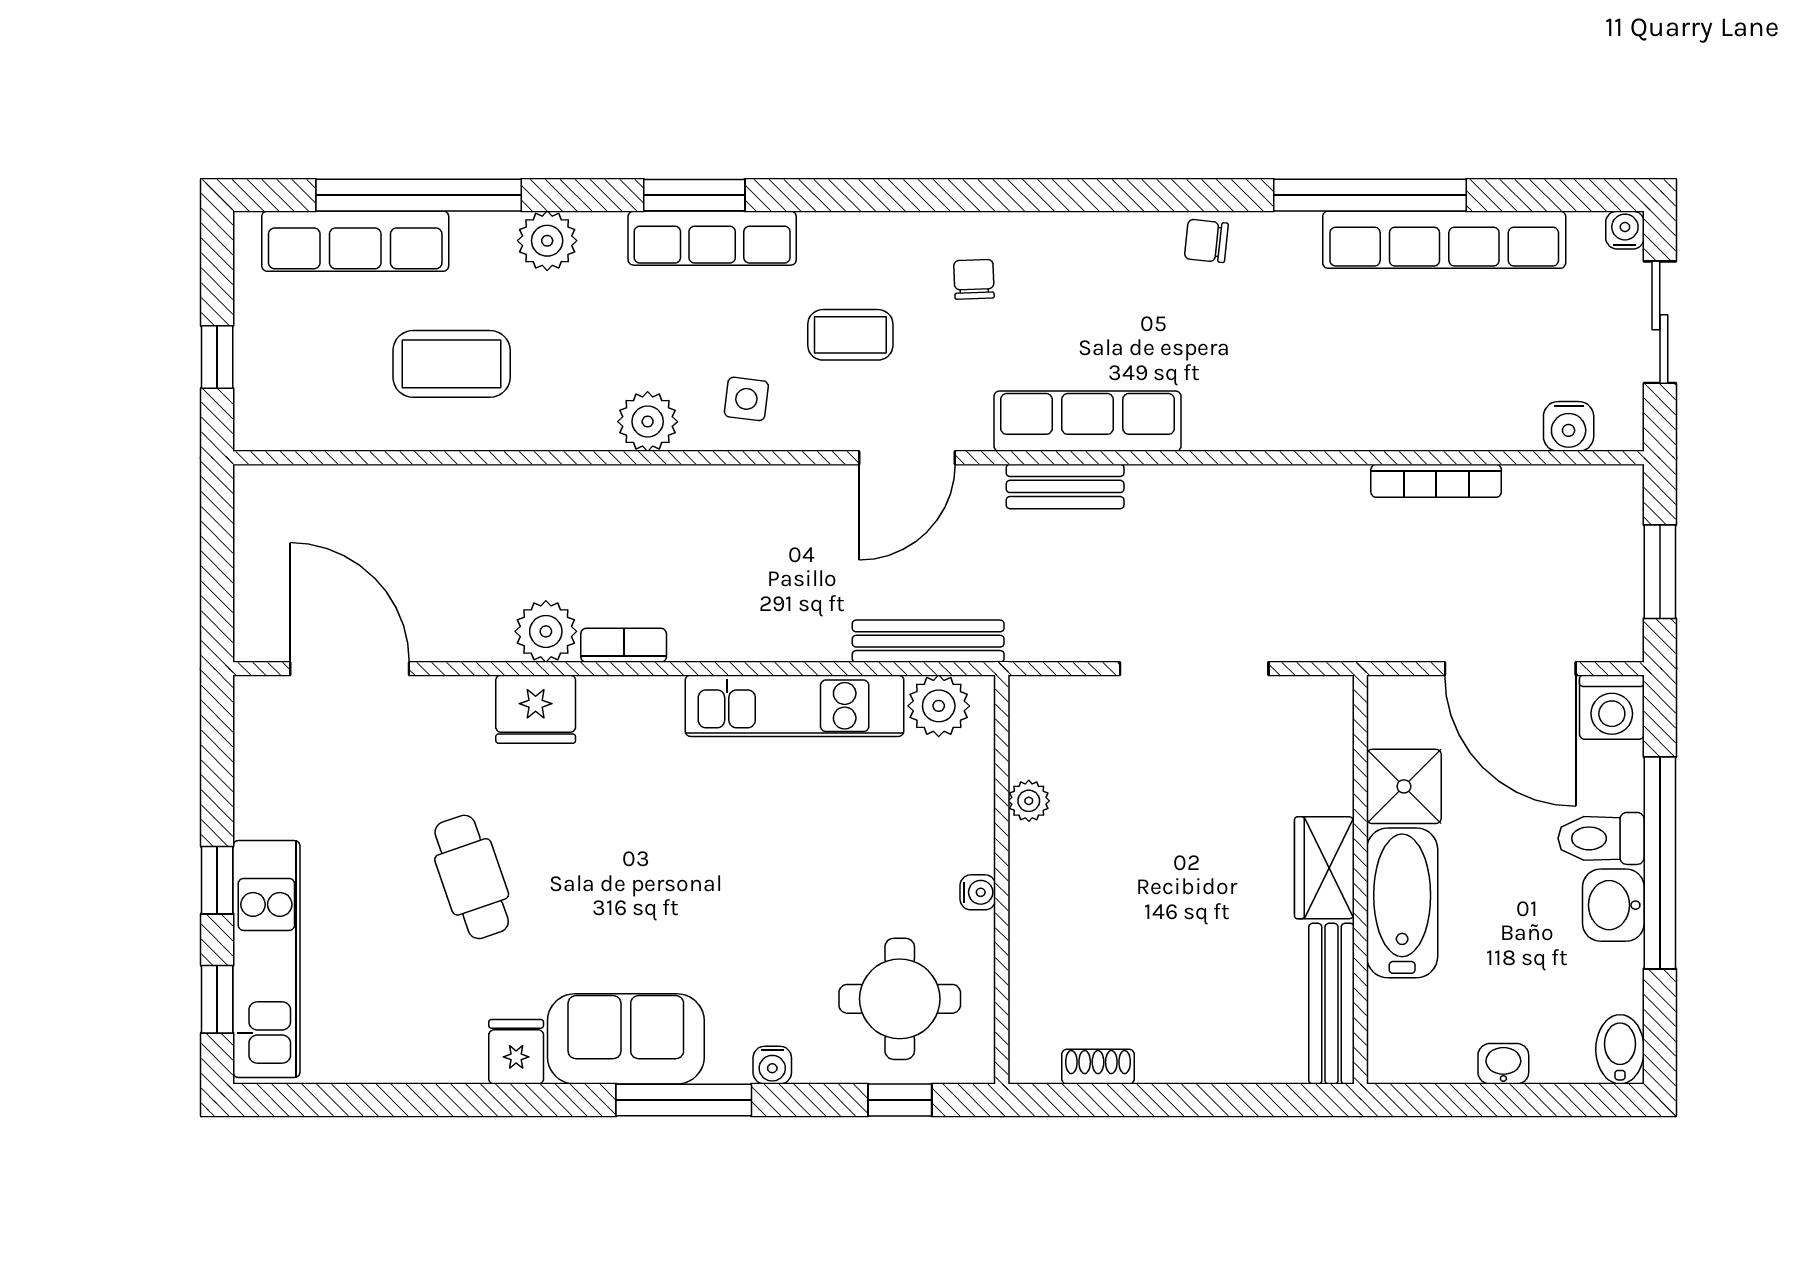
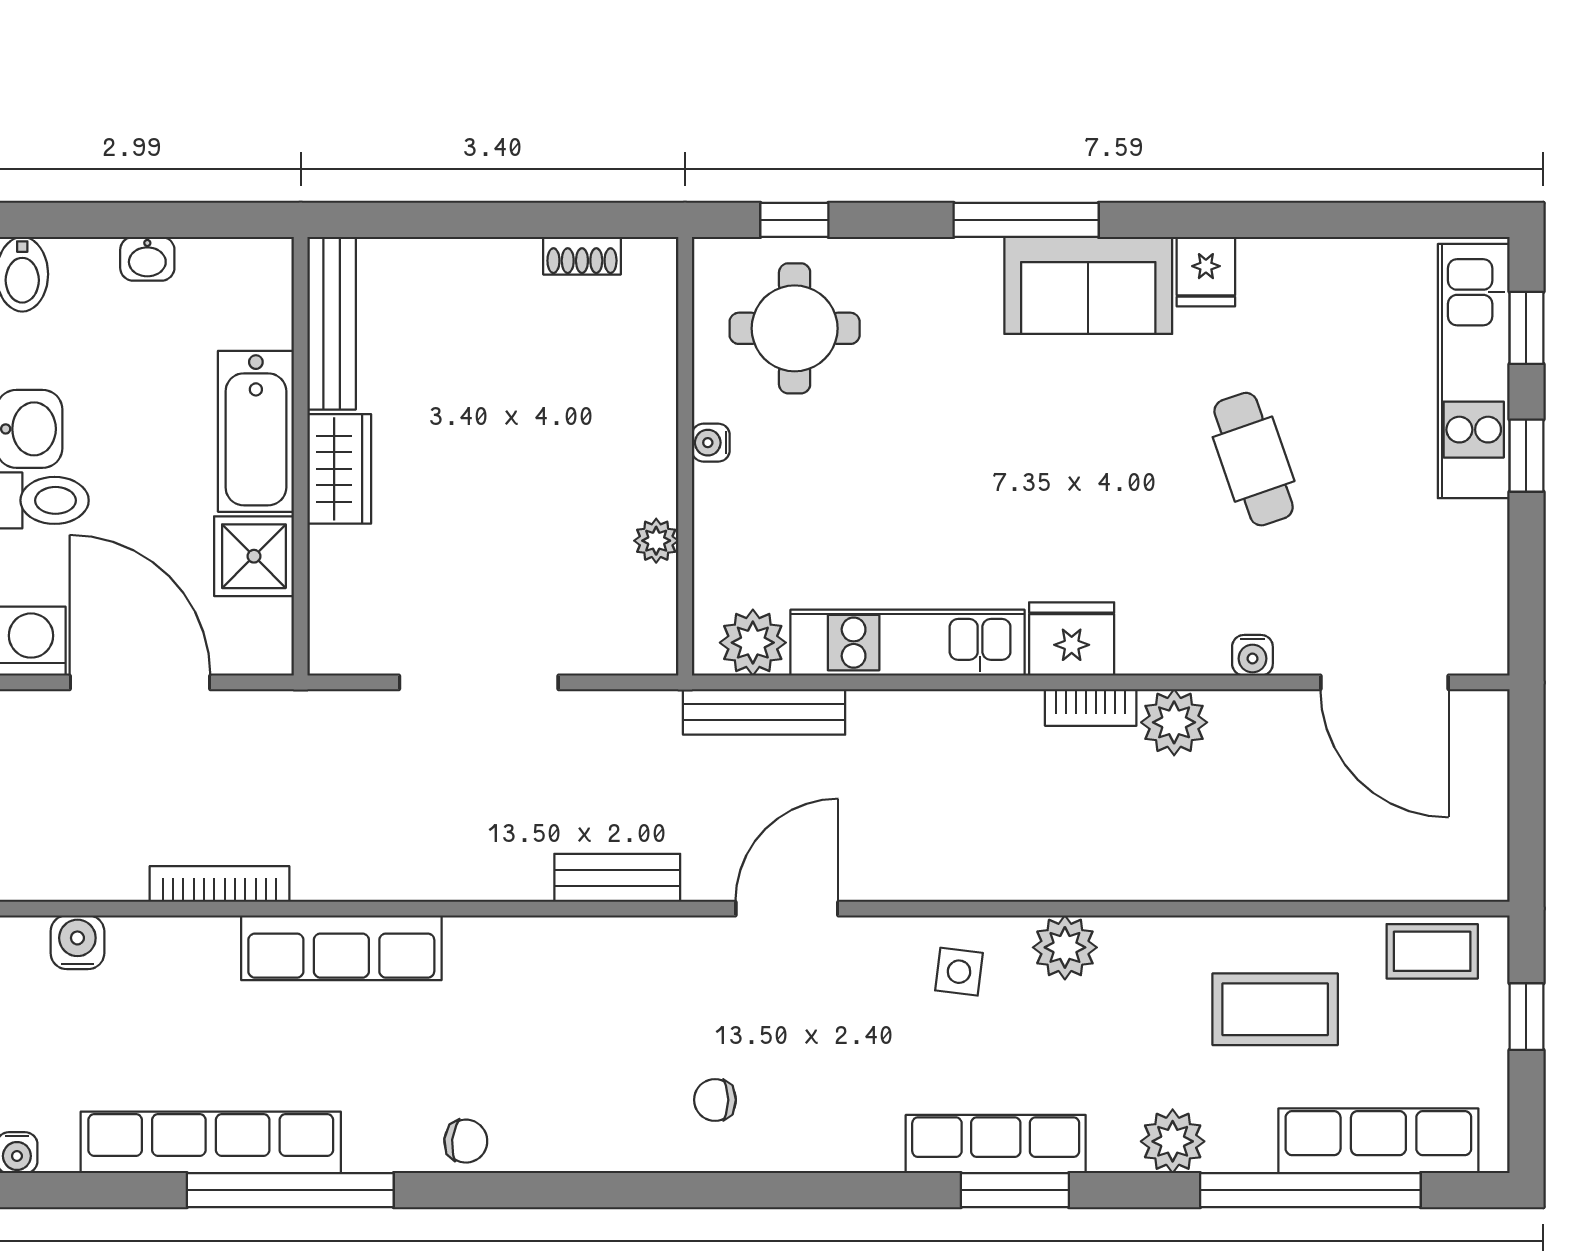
chair: (974, 279) -> (715, 1100), turned 92
coffee table: (850, 335) -> (1432, 951), moved
row of seats: (1088, 421) -> (341, 948), moved
fridge: (536, 709) -> (1072, 639), moved
water cooler: (772, 1065) -> (1252, 655), moved, turned 180

